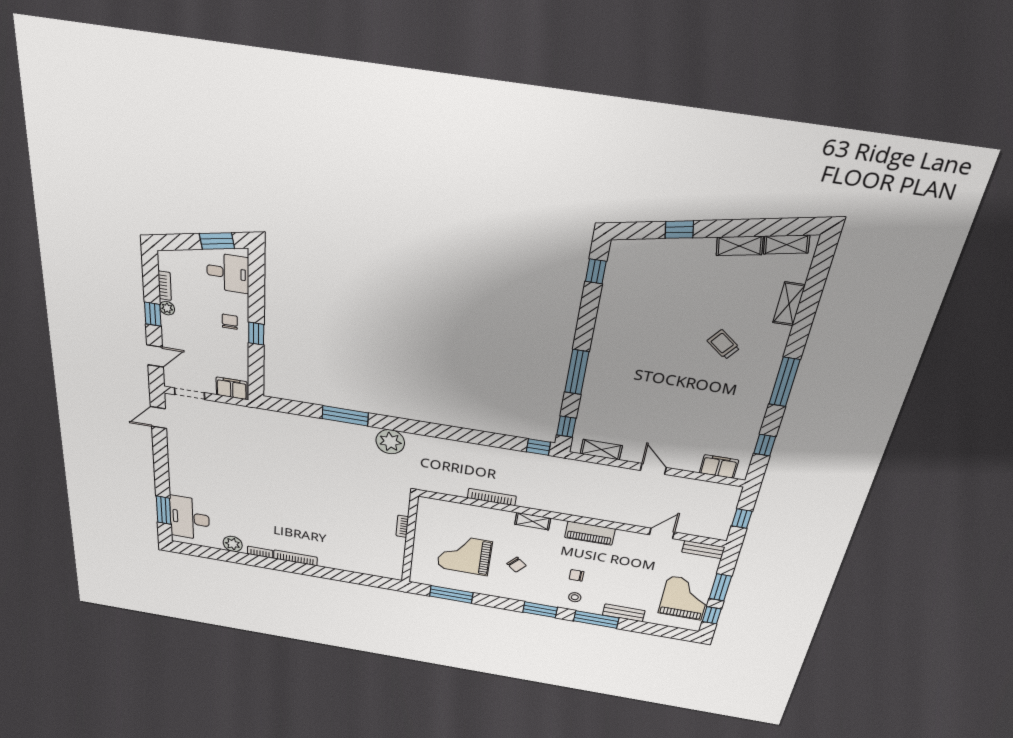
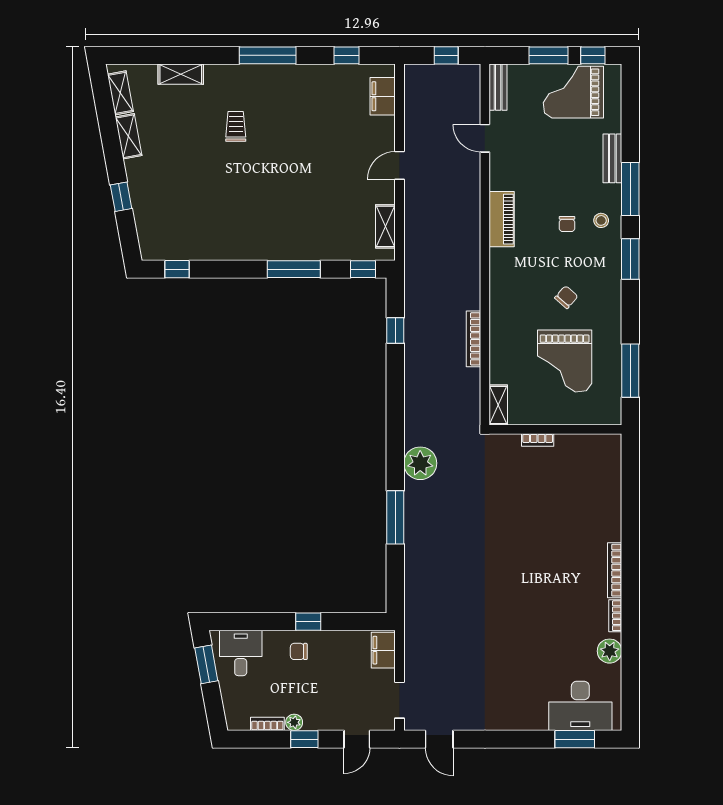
trolley: (723, 344) -> (236, 126), turned 142
door: (155, 356) -> (357, 739), swing flipped
window: (538, 447) -> (395, 331), moved
shelving: (533, 521) -> (498, 405), moved

